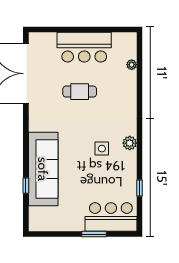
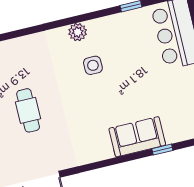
sofa: (43, 169) -> (137, 137), width x0.54, depth x0.79

